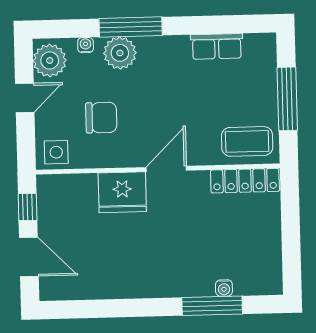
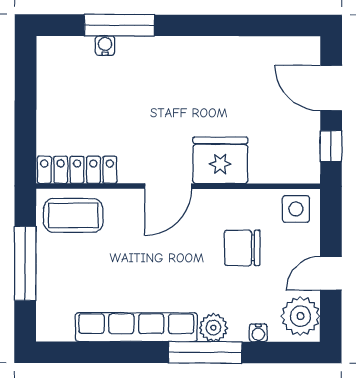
row of seats: (217, 46) -> (136, 327), width x2.02
plant: (120, 53) -> (213, 328), width x0.73, depth x0.73

